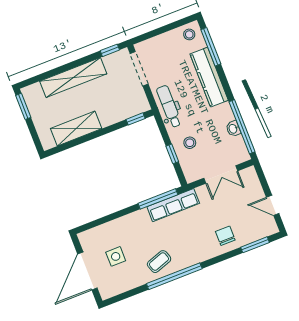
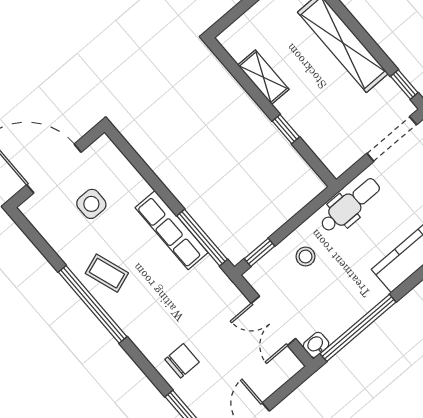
window: (136, 119) -> (286, 129), moved
shelving: (76, 128) -> (263, 77), width x0.67, depth x0.75
washbasin: (233, 129) -> (316, 345), moved
window: (172, 154) -> (259, 252), moved
row of seats: (173, 205) -> (172, 230), moved

